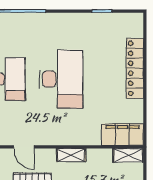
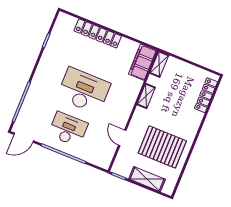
door: (24, 147) -> (122, 138), swing flipped
shelving: (71, 155) -> (146, 96), moved

